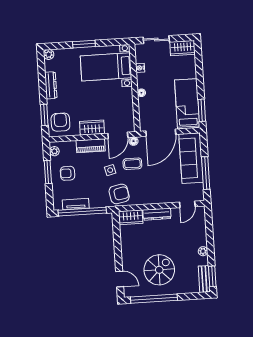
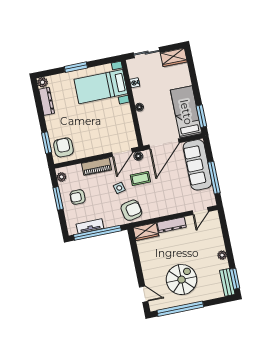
dresser: (51, 85) -> (47, 101), moved
wardrobe: (92, 128) -> (95, 148), removed

